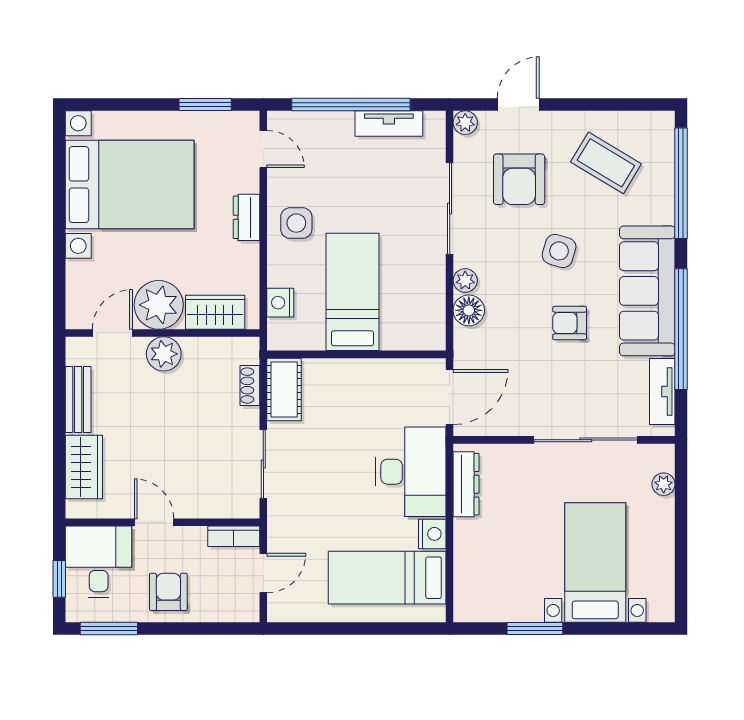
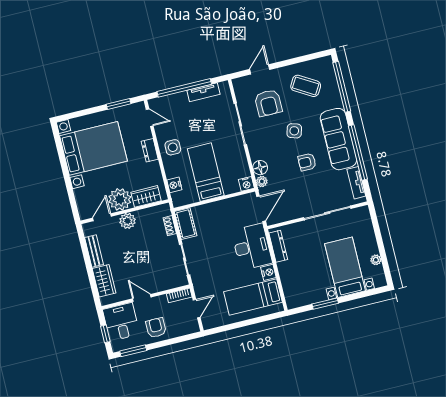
plant: (465, 123) -> (238, 83), removed
plant: (465, 280) -> (262, 181), moved
nightstand: (431, 337) -> (246, 184), added
plant: (664, 484) -> (376, 260), moved

